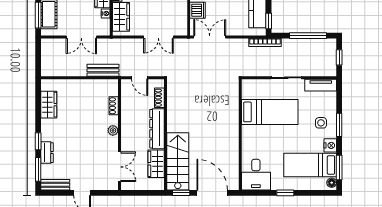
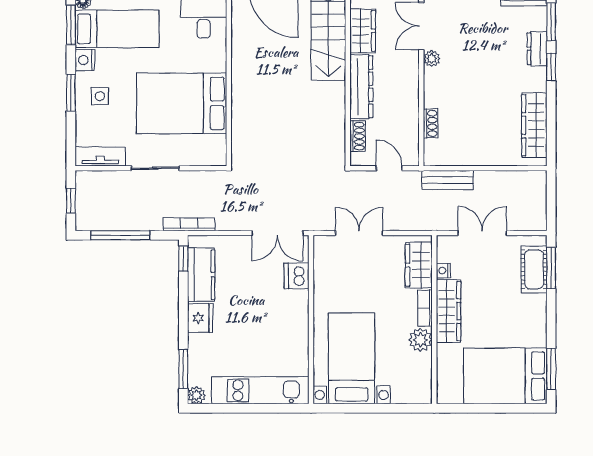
wardrobe: (49, 105) -> (534, 125), width x1.50
bed: (270, 112) -> (182, 103), width x1.50
plant: (113, 130) -> (432, 58), moved

